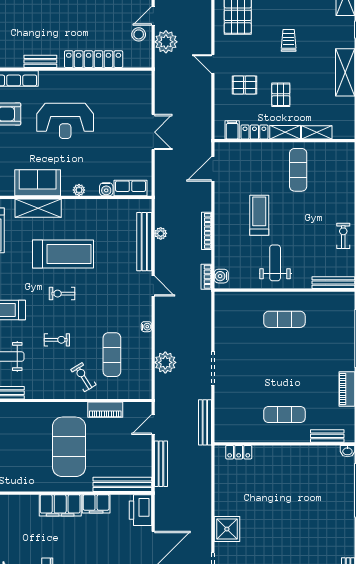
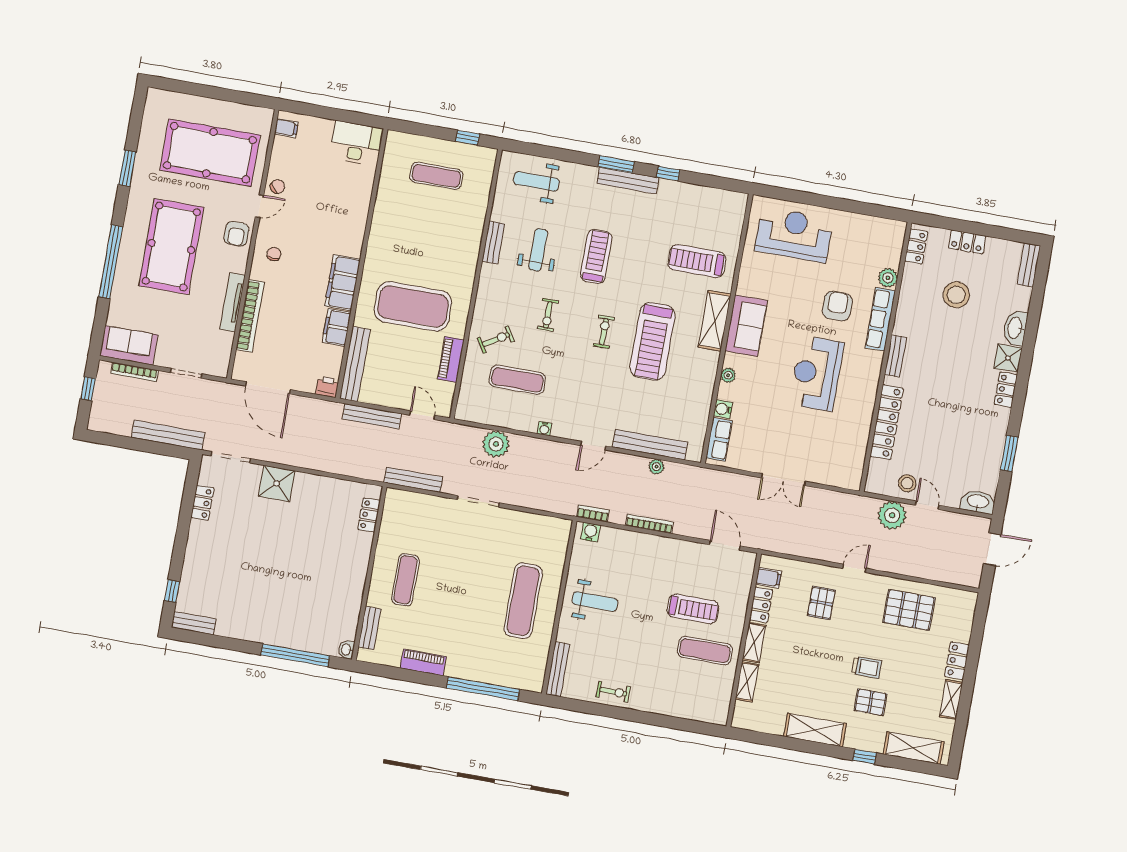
pallet: (281, 95) -> (870, 702), moved
treadmill: (259, 215) -> (693, 609), moved
exercise mat: (284, 319) -> (523, 601), width x1.36, depth x1.45
printer: (140, 510) -> (327, 387), width x0.53, depth x0.68

